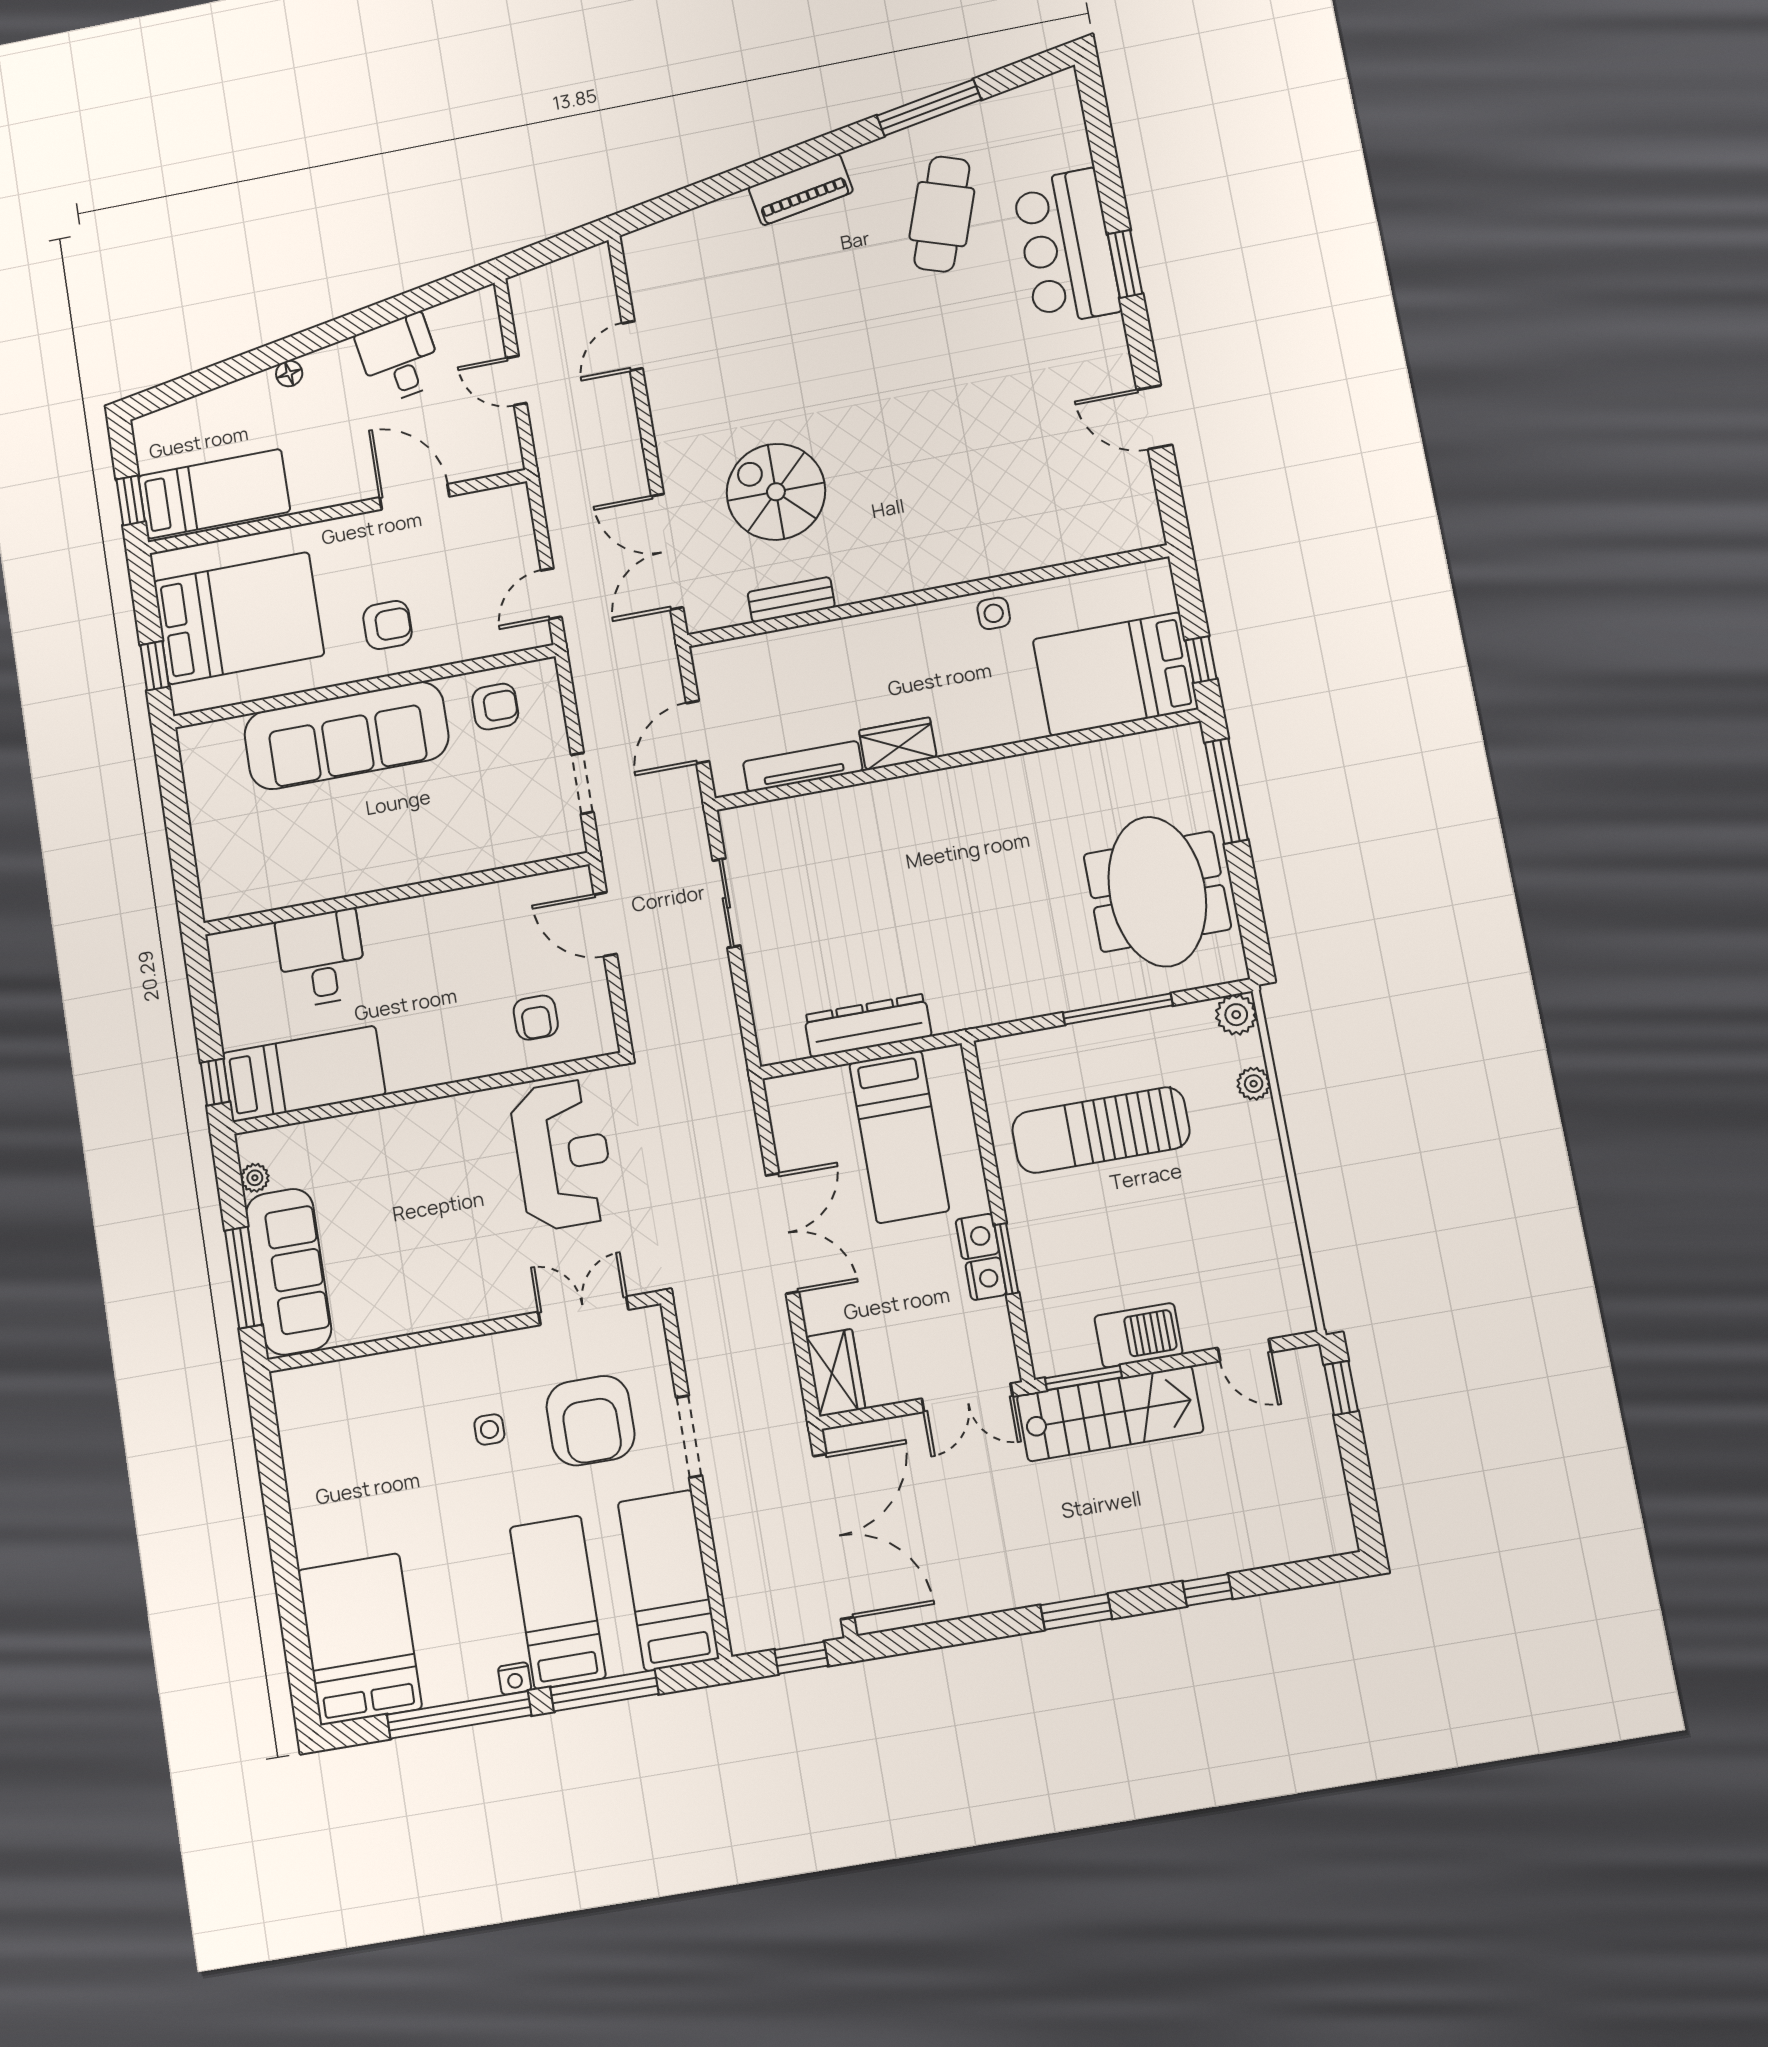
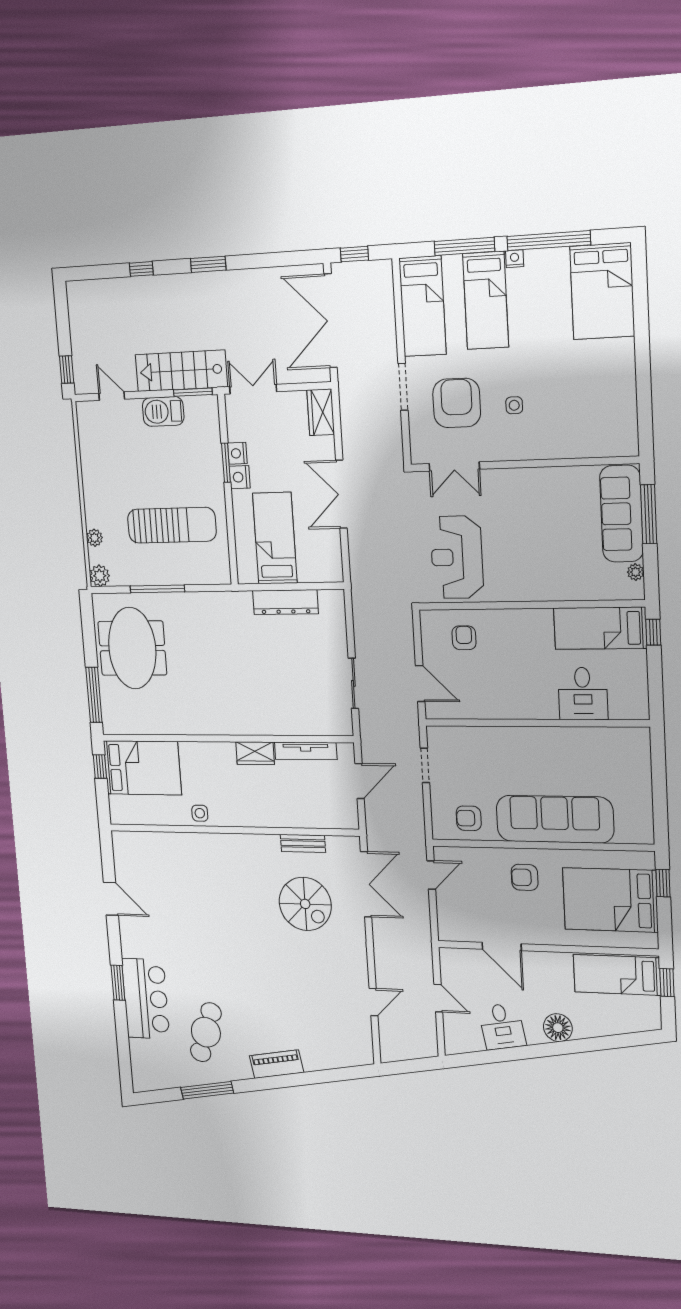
floor lamp: (289, 374) -> (558, 1028), width x1.89, depth x1.89

